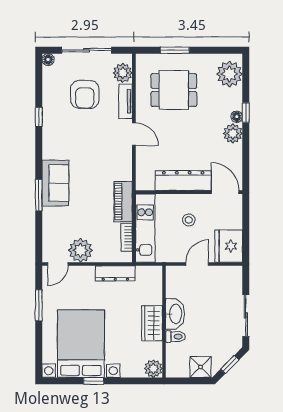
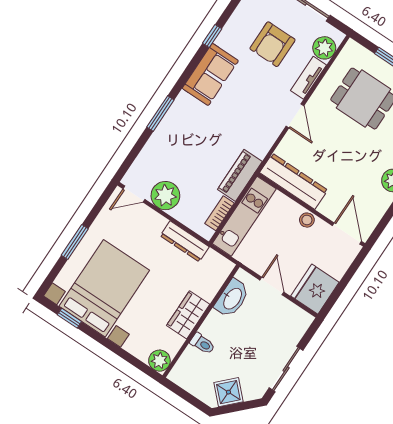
dresser: (183, 180) -> (294, 181), moved
sofa: (55, 183) -> (210, 74), moved
stool: (189, 220) -> (307, 220), moved
door: (197, 264) -> (272, 286), hinge flipped
window: (39, 305) -> (75, 242), moved
washbasin: (175, 314) -> (232, 298), moved
window: (230, 364) -> (238, 407), removed
shower: (201, 367) -> (228, 392), moved, turned 45
window: (94, 381) -> (69, 318), moved

